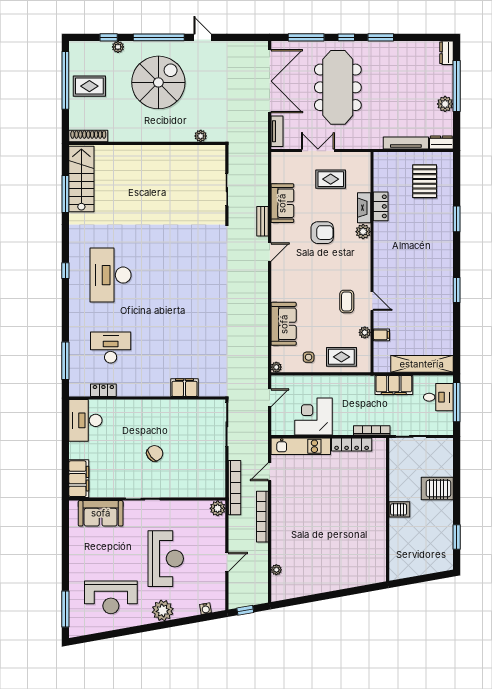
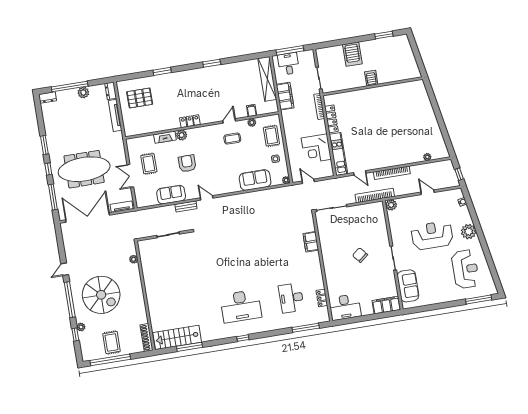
spiral stairs: (158, 82) -> (101, 295), turned 180
locker: (381, 206) -> (190, 121), moved

